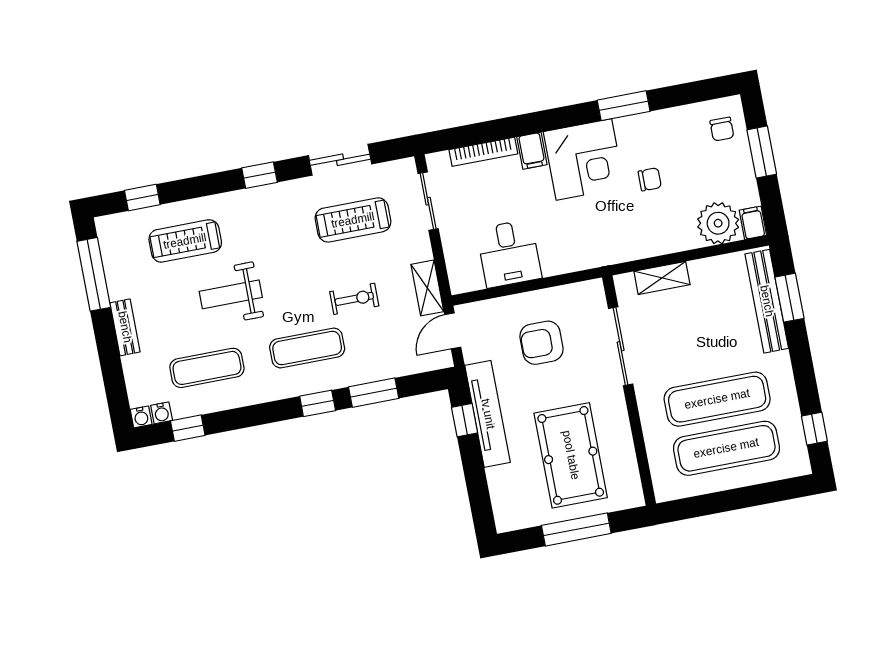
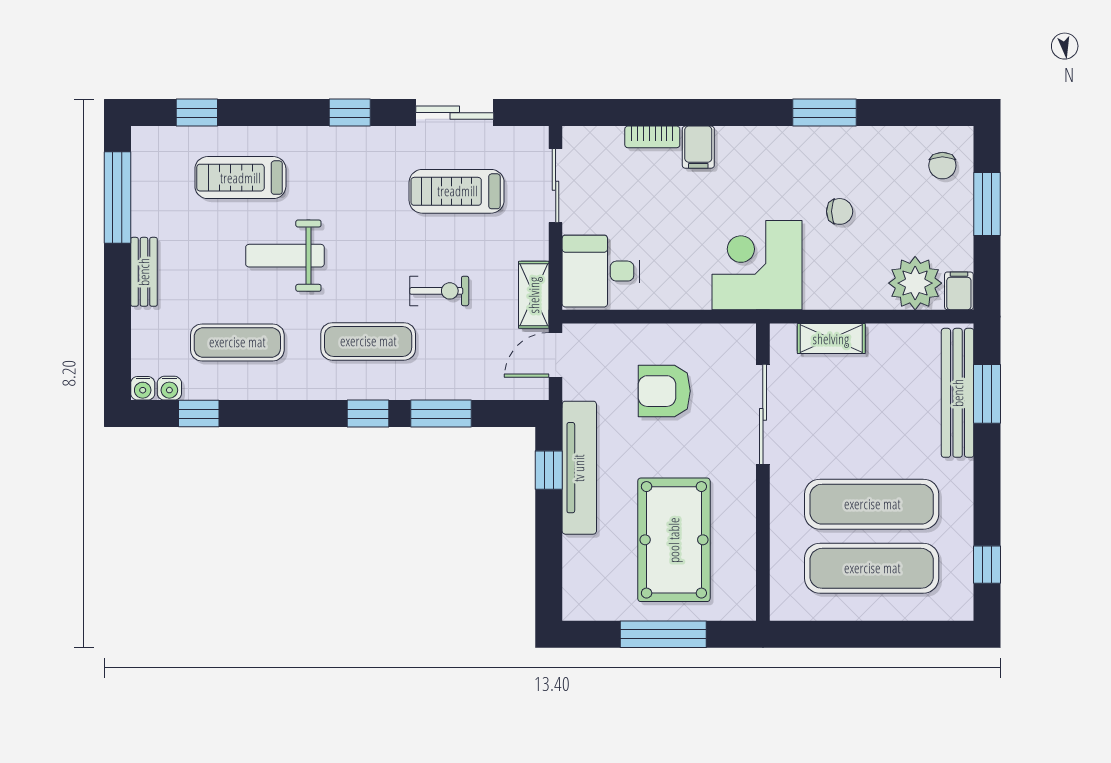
bookcase: (483, 152) -> (652, 137), width x0.64
corner desk: (584, 159) -> (757, 265), moved, turned 180
desk: (509, 254) -> (601, 271), moved, turned 90

